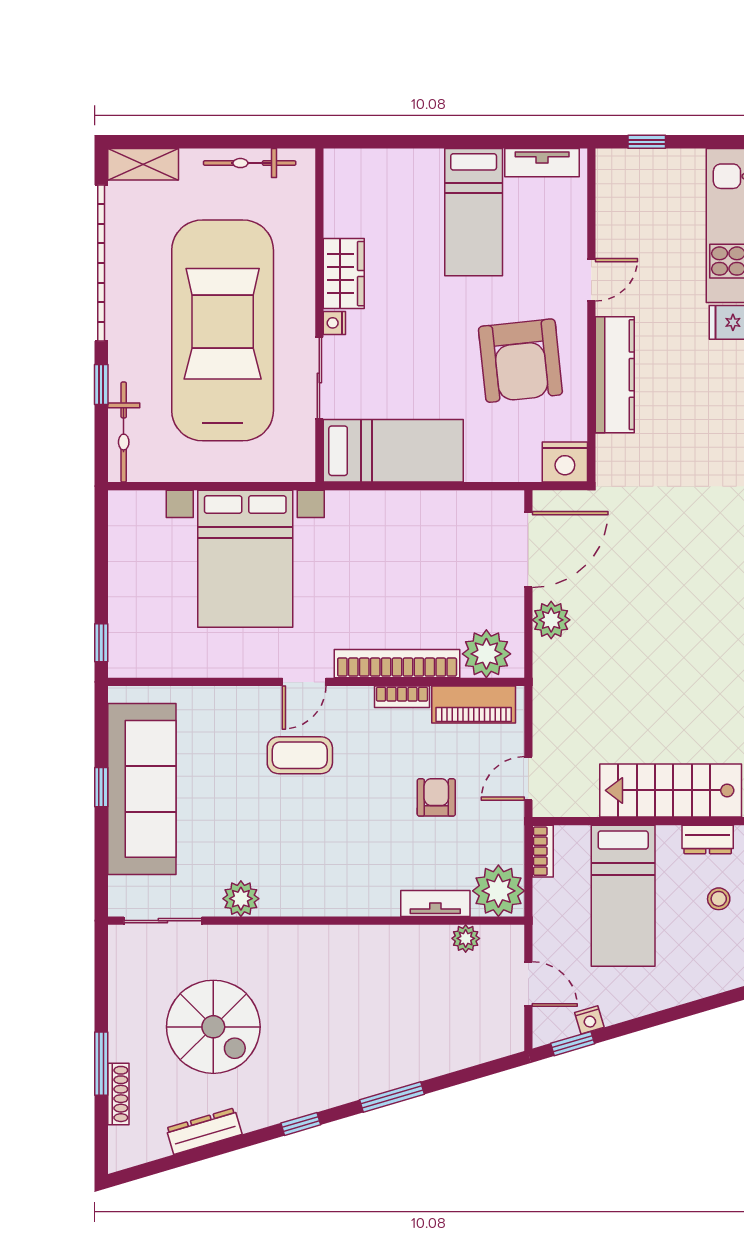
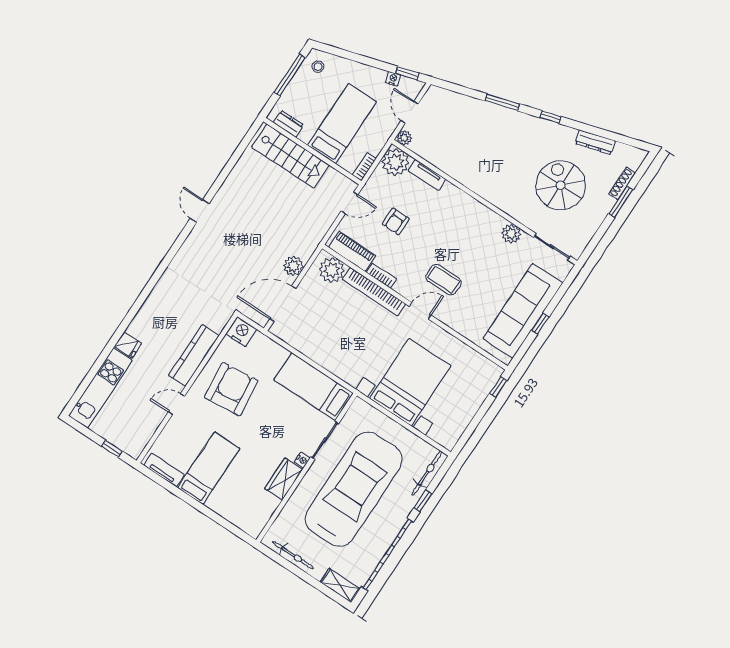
car: (223, 330) -> (354, 489), turned 180
stool: (719, 899) -> (318, 67), moved
plant: (466, 938) -> (404, 138), moved

